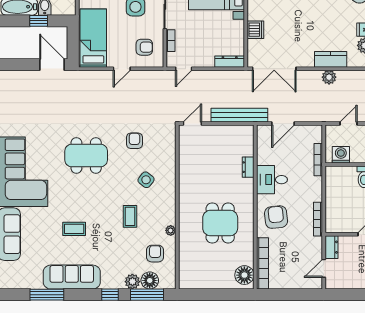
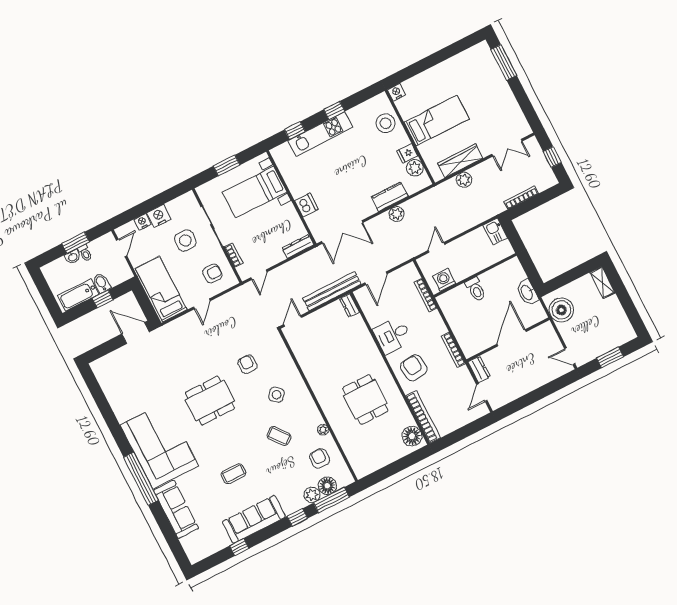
dresser: (248, 167) -> (349, 305), moved
coffee table: (130, 216) -> (279, 436), turned -38
window: (47, 295) -> (239, 547), width x0.46

